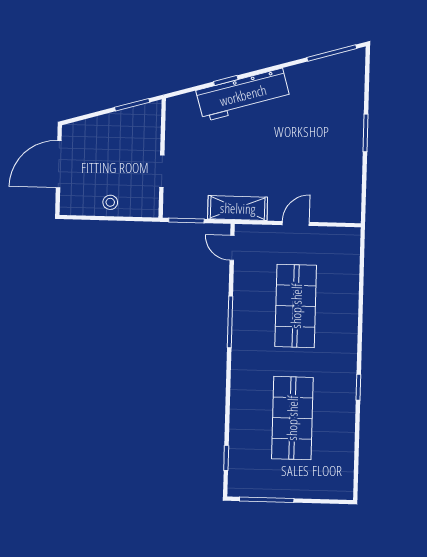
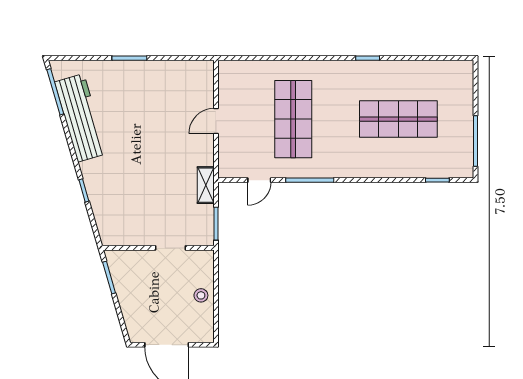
workbench: (243, 95) -> (81, 118), moved
shelving: (238, 208) -> (206, 185), width x0.67, depth x0.75
door: (296, 224) -> (216, 121), hinge flipped
door: (232, 248) -> (259, 180), moved
shop shelf: (296, 306) -> (293, 119), turned 90

